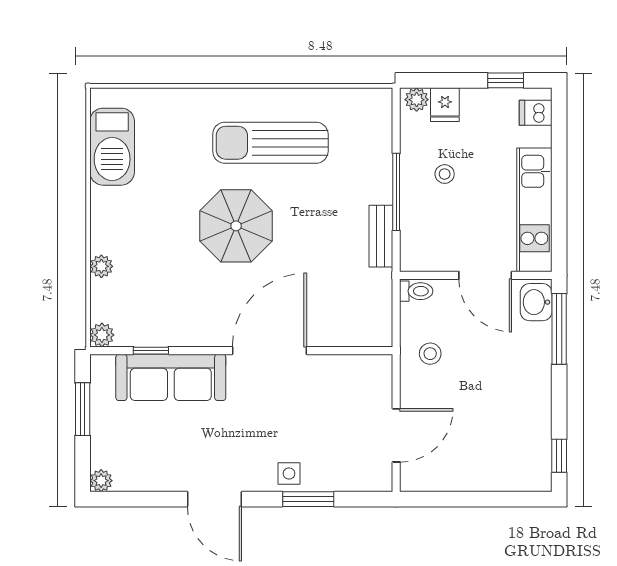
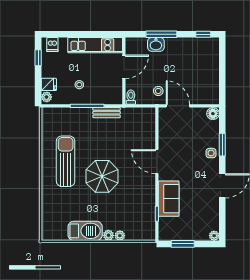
sun lounger: (270, 143) -> (66, 161), turned 180
barbecue: (112, 147) -> (85, 231), moved
washbasin: (536, 302) -> (156, 44), moved
window: (559, 329) -> (161, 34), moved
plant: (102, 335) -> (108, 235), moved
door: (269, 351) -> (157, 162), width x0.73
sofa: (171, 377) -> (169, 199), width x0.73
door: (396, 435) -> (178, 106), moved
floor lamp: (379, 478) -> (213, 114), added

